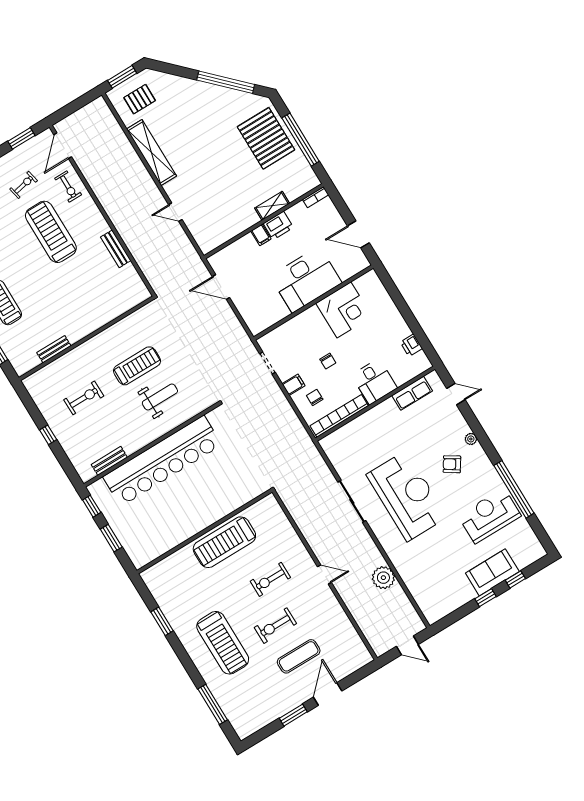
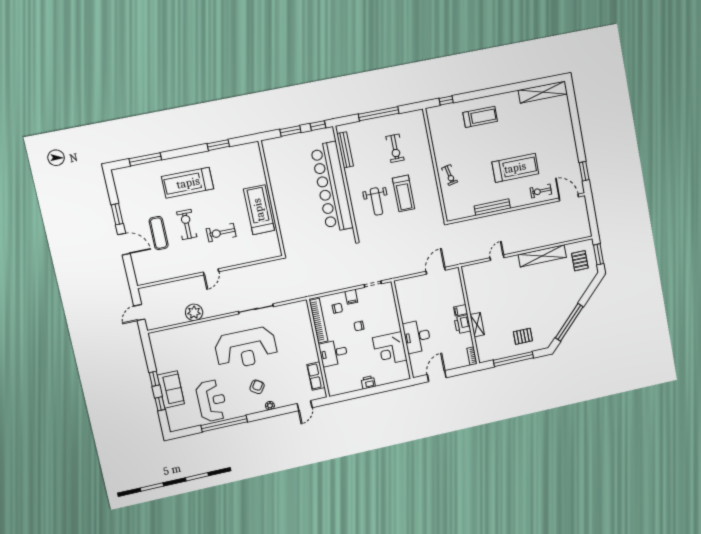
pallet: (266, 138) -> (523, 336), width x0.49, depth x0.50
exercise bike: (24, 185) -> (450, 175), moved
bench: (116, 249) -> (492, 207), width x1.36
desk: (306, 280) -> (417, 336), width x0.73, depth x0.77
printer: (411, 345) -> (368, 382), moved
bench: (54, 349) -> (436, 140), removed
window: (48, 435) -> (379, 114), width x3.17
bench: (109, 461) -> (345, 150), width x1.36
exercise bike: (270, 579) -> (221, 233), turned -90

